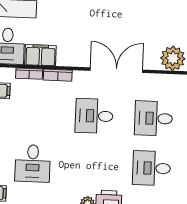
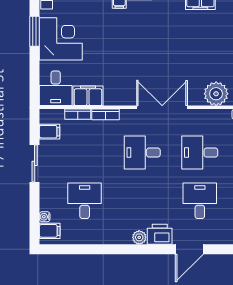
desk: (33, 163) -> (85, 201), turned 180
desk: (152, 168) -> (200, 201), turned 90

